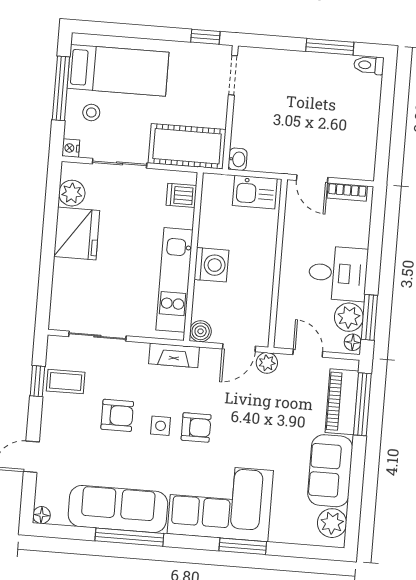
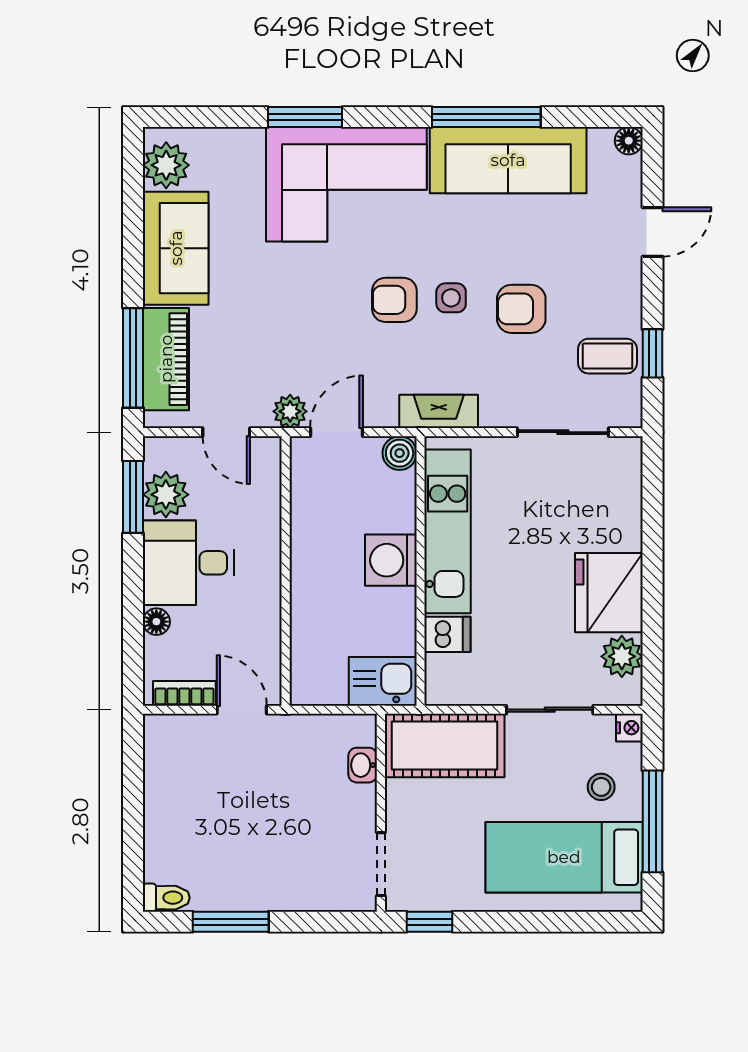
washbasin: (238, 159) -> (363, 765), moved
kitchen sink: (255, 192) -> (383, 681), moved
dishwasher: (181, 195) -> (447, 634), moved
floor lamp: (353, 342) -> (156, 622), moved

